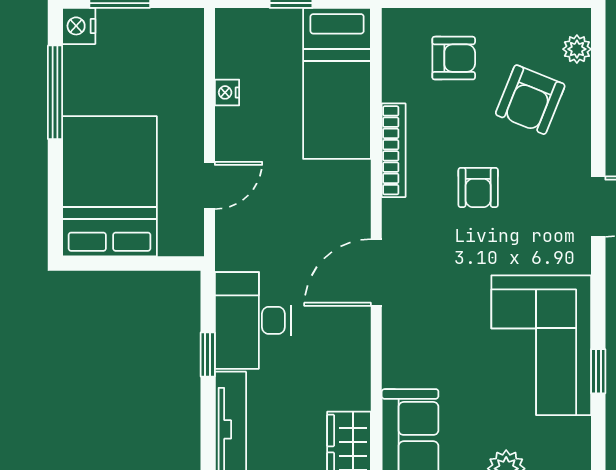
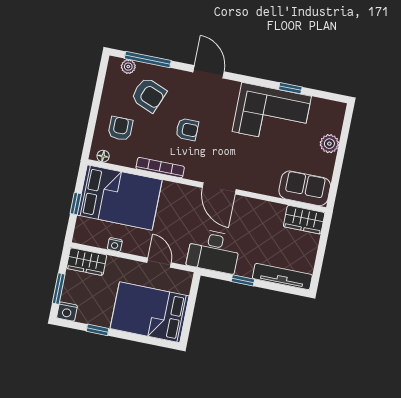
floor lamp: (394, 35) -> (103, 156), added
wardrobe: (183, 45) -> (87, 262), added
bed: (337, 83) -> (120, 197), width x1.50
window: (598, 84) -> (148, 59), added
window: (55, 92) -> (97, 330), width x0.46
desk: (253, 320) -> (214, 251), moved

